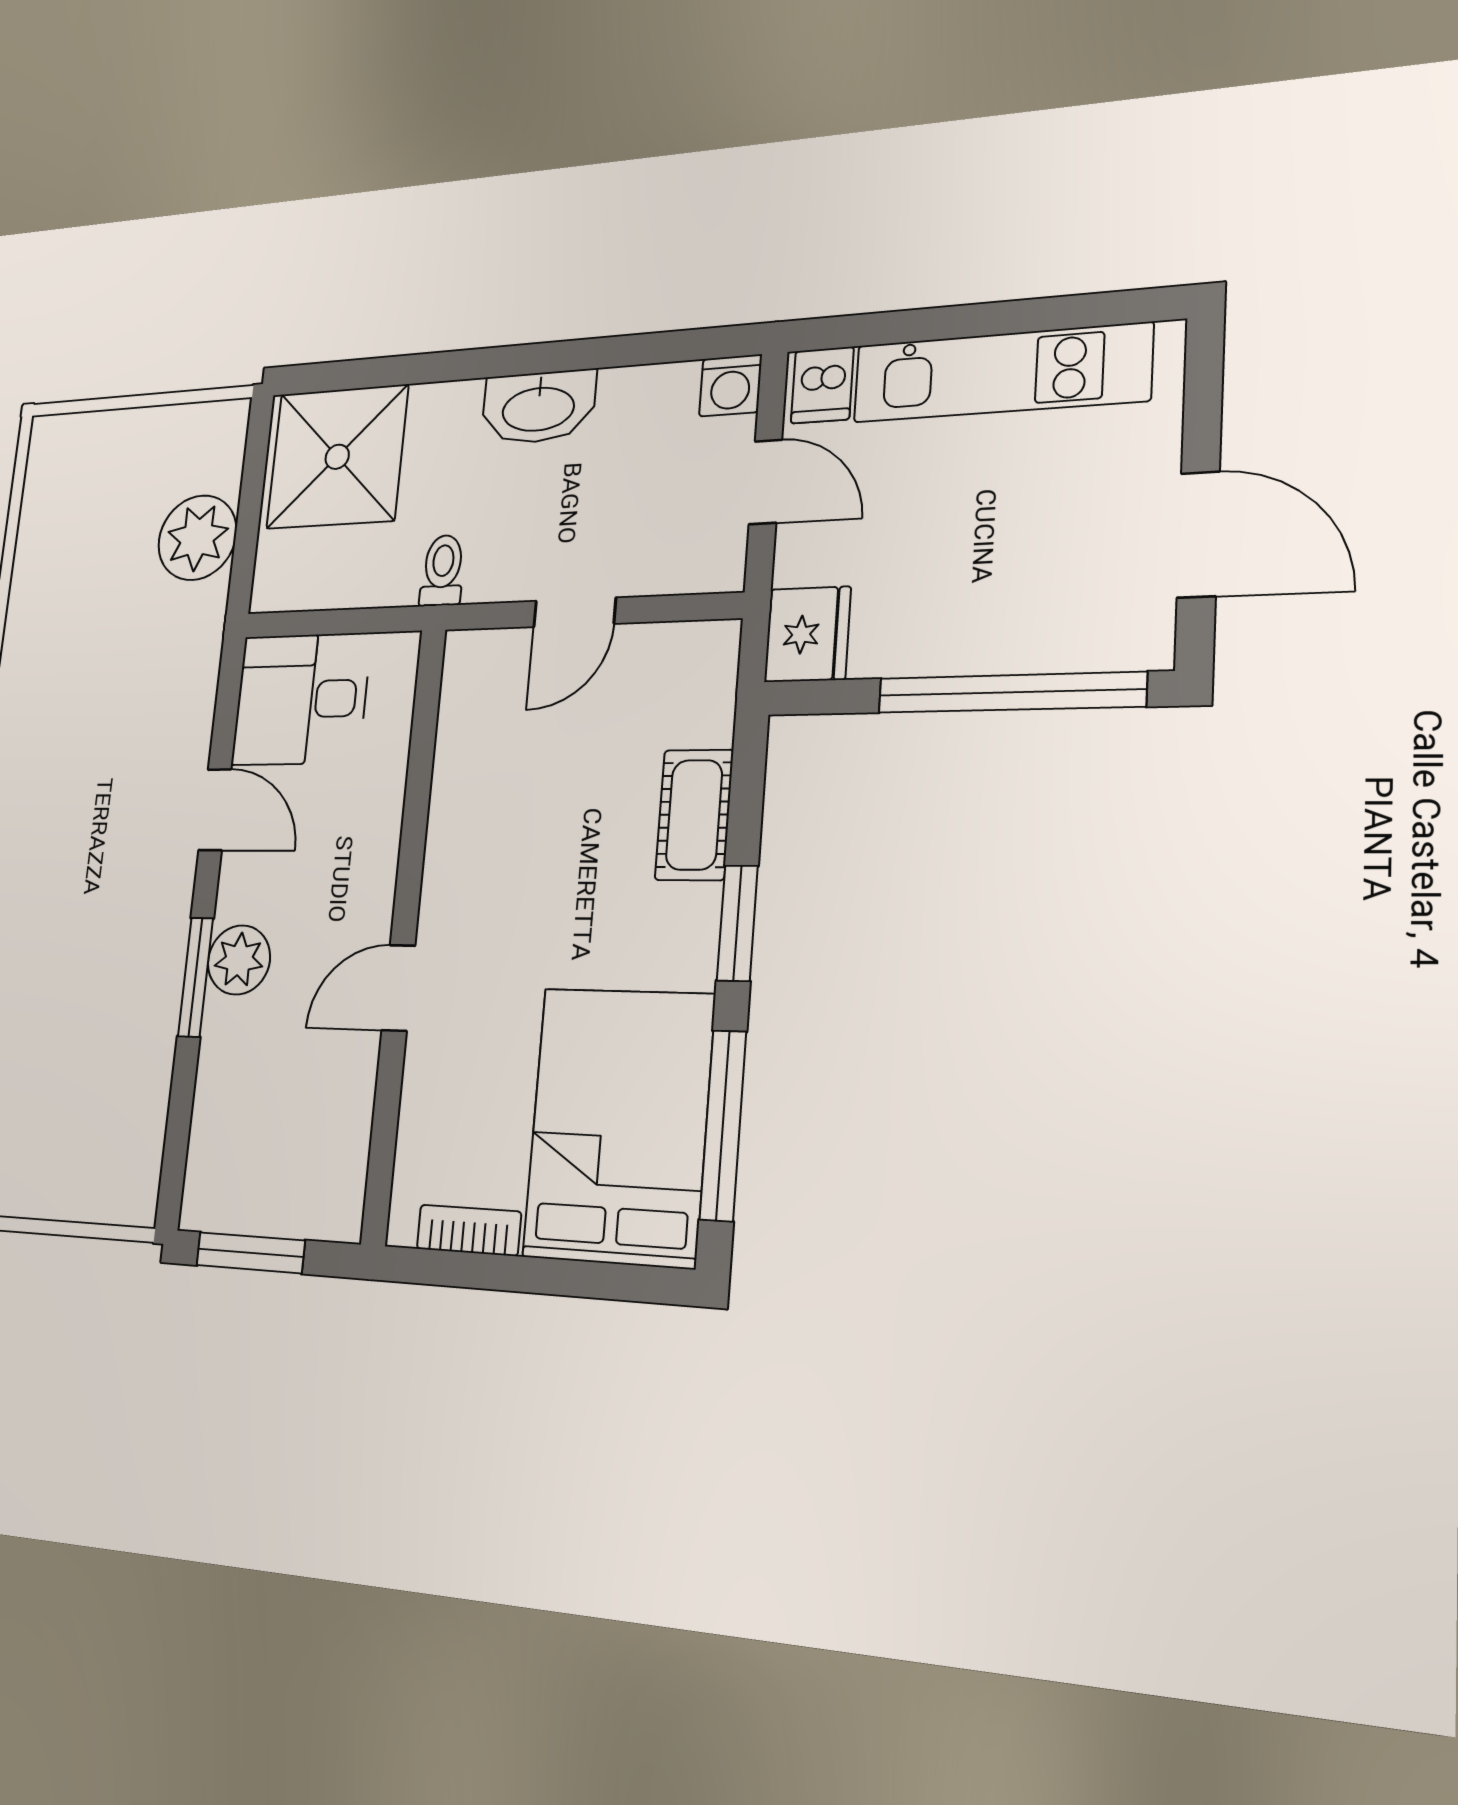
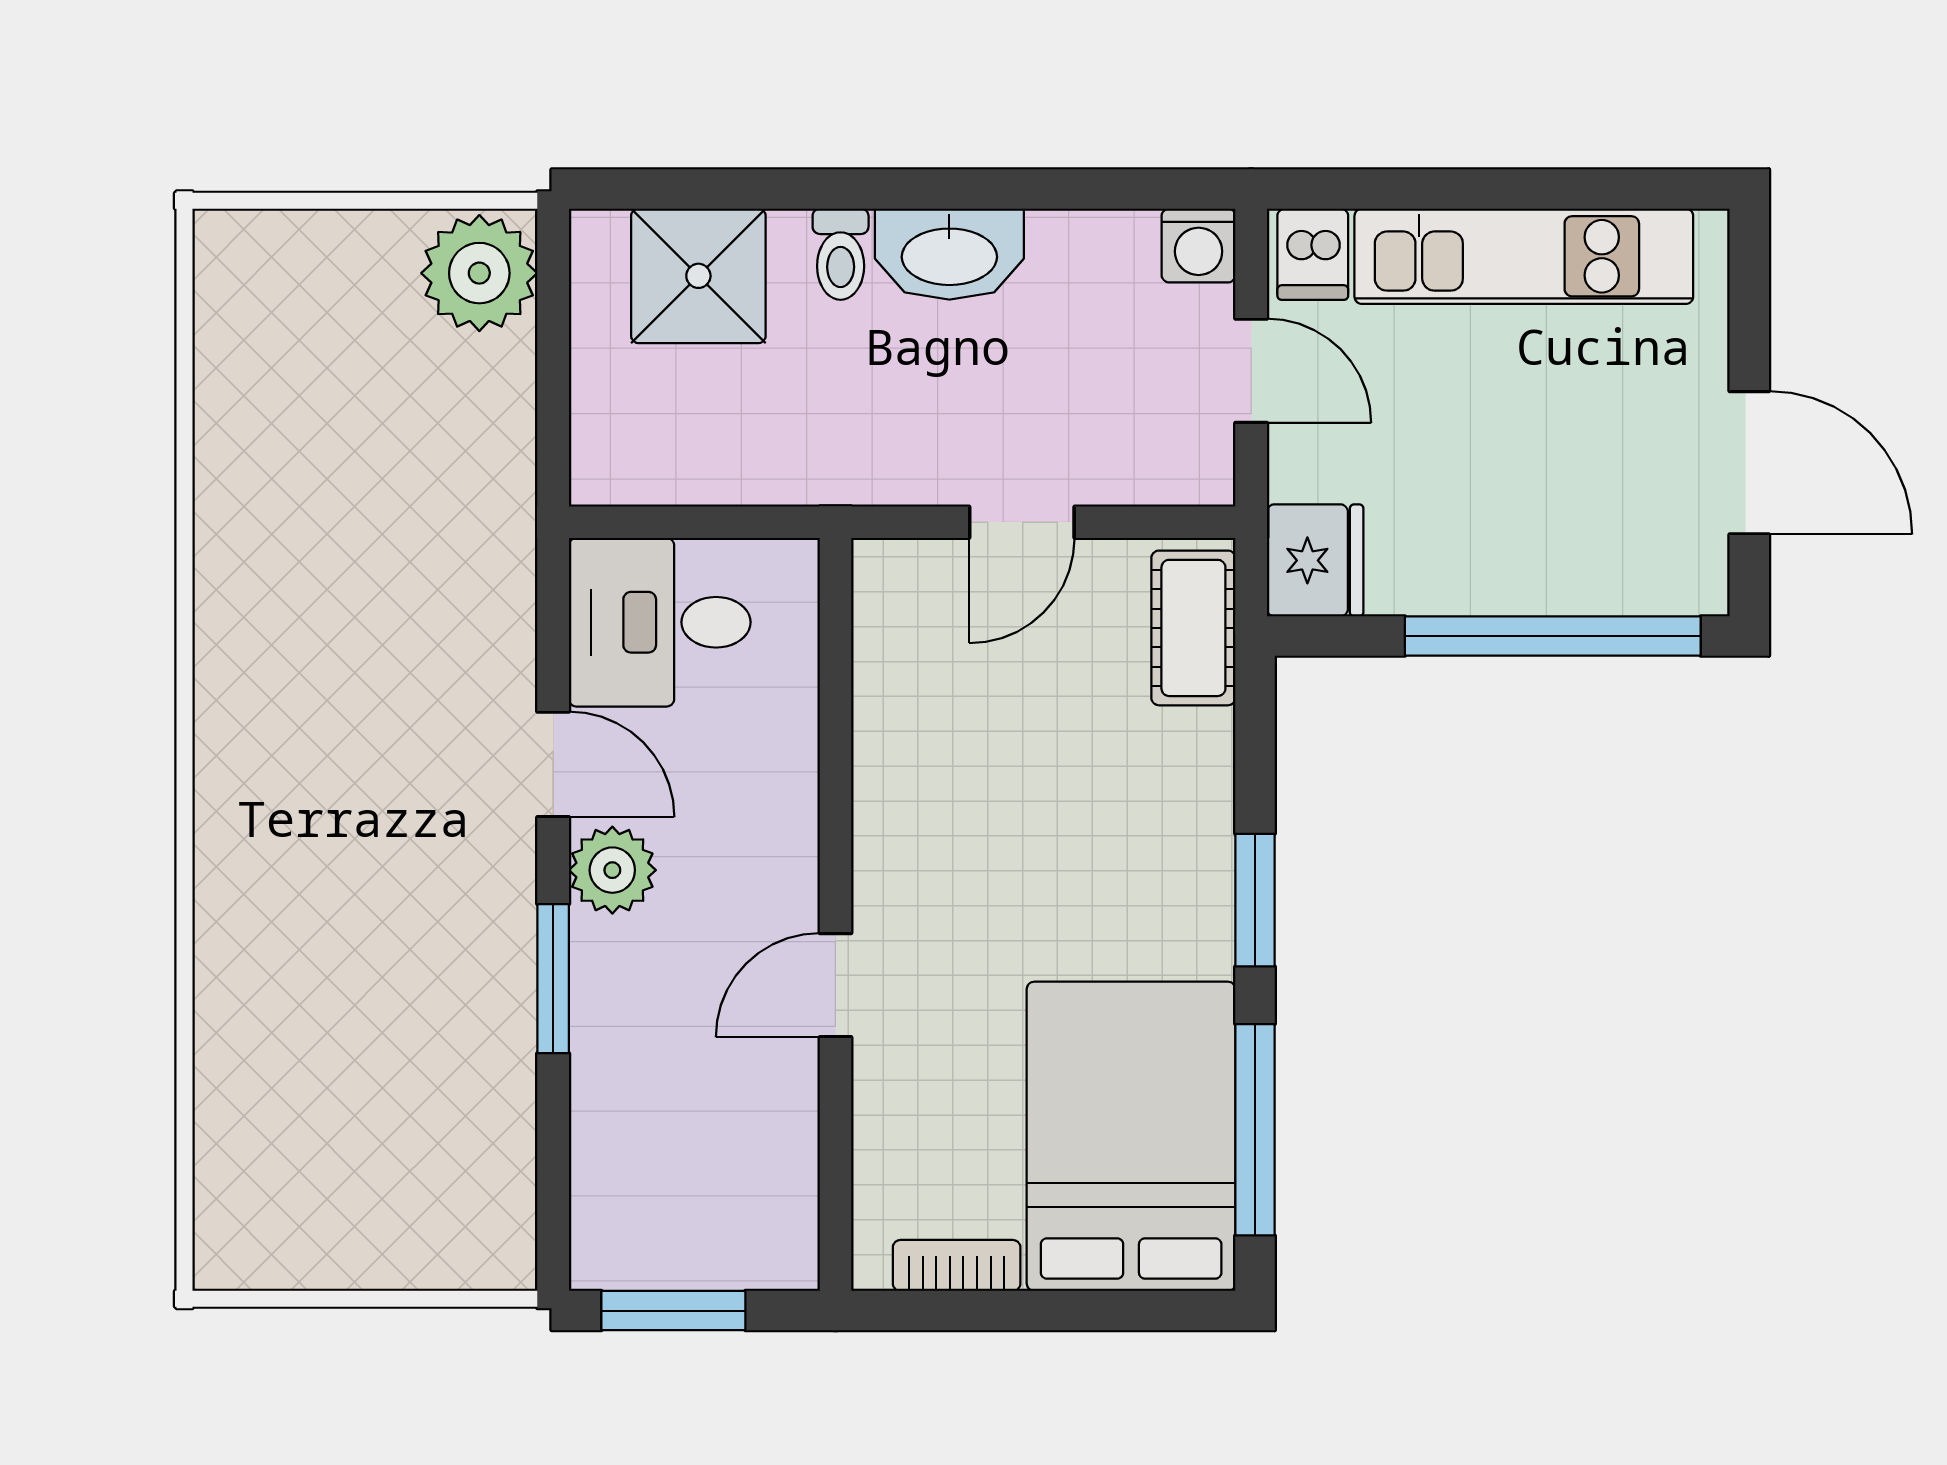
shower: (337, 457) -> (698, 276), width x0.73, depth x0.73
plant: (197, 538) -> (479, 273), moved
toilet: (442, 570) -> (841, 254), moved, turned 180
cot: (694, 815) -> (1193, 628), moved
plant: (239, 960) -> (612, 870), moved

